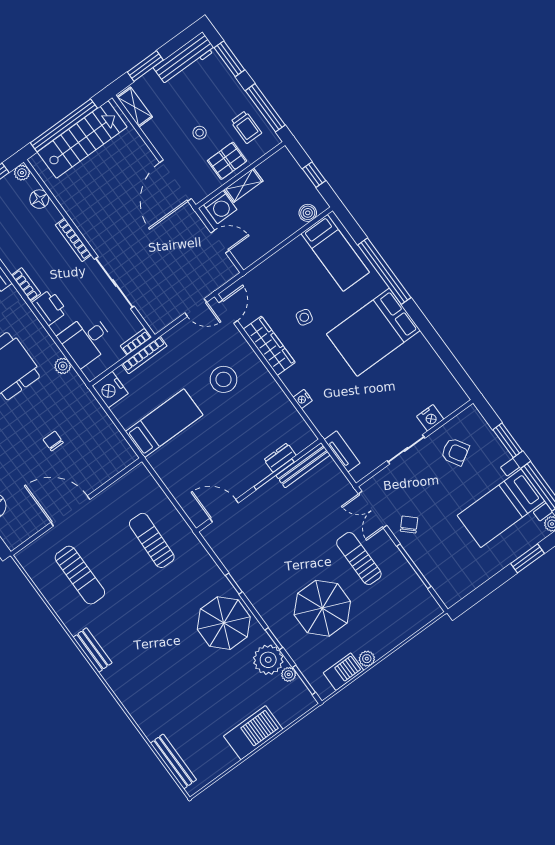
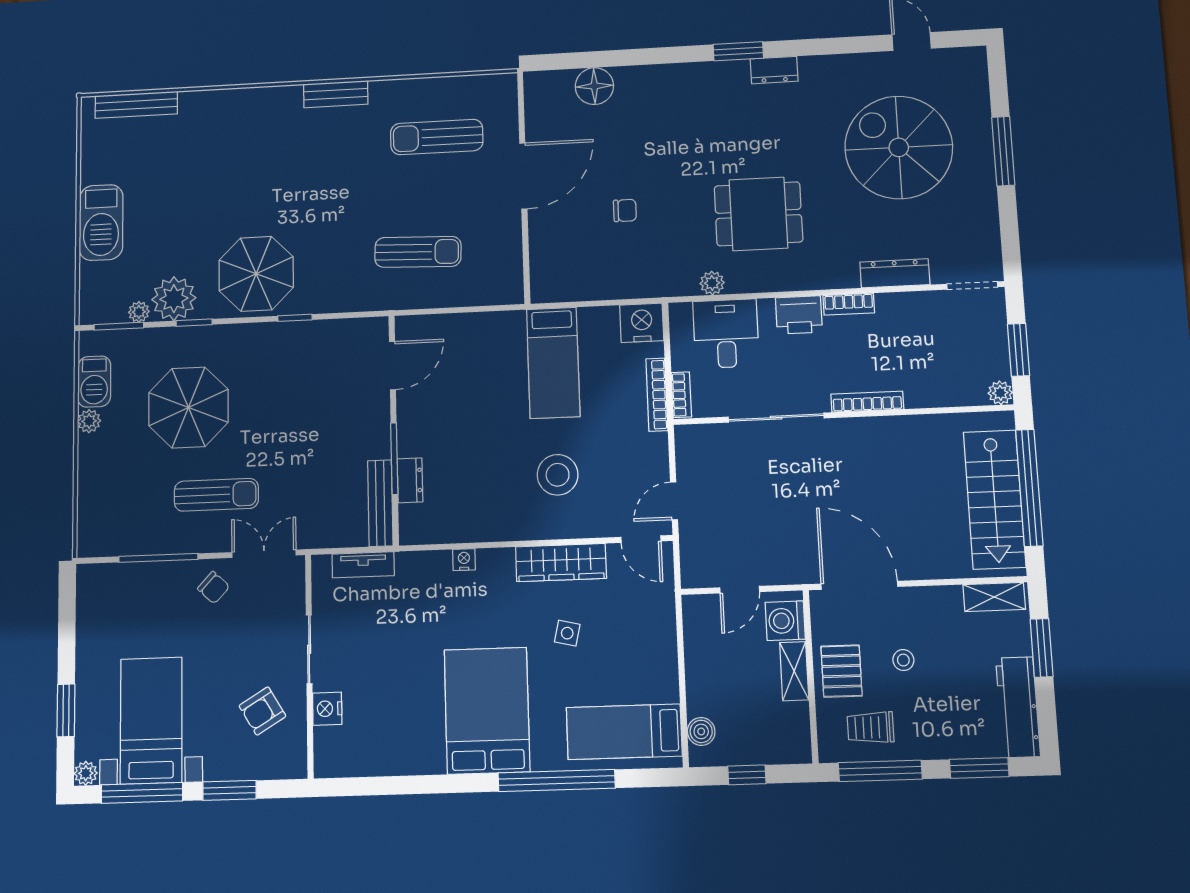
floor lamp: (39, 199) -> (950, 393), removed

